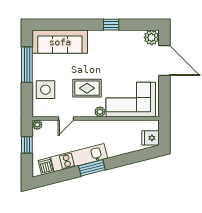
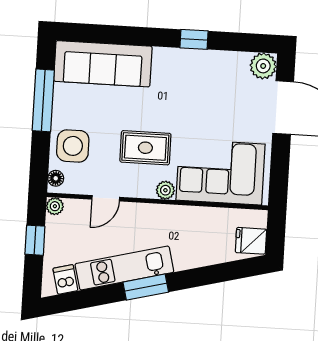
floor lamp: (37, 109) -> (56, 178), added

